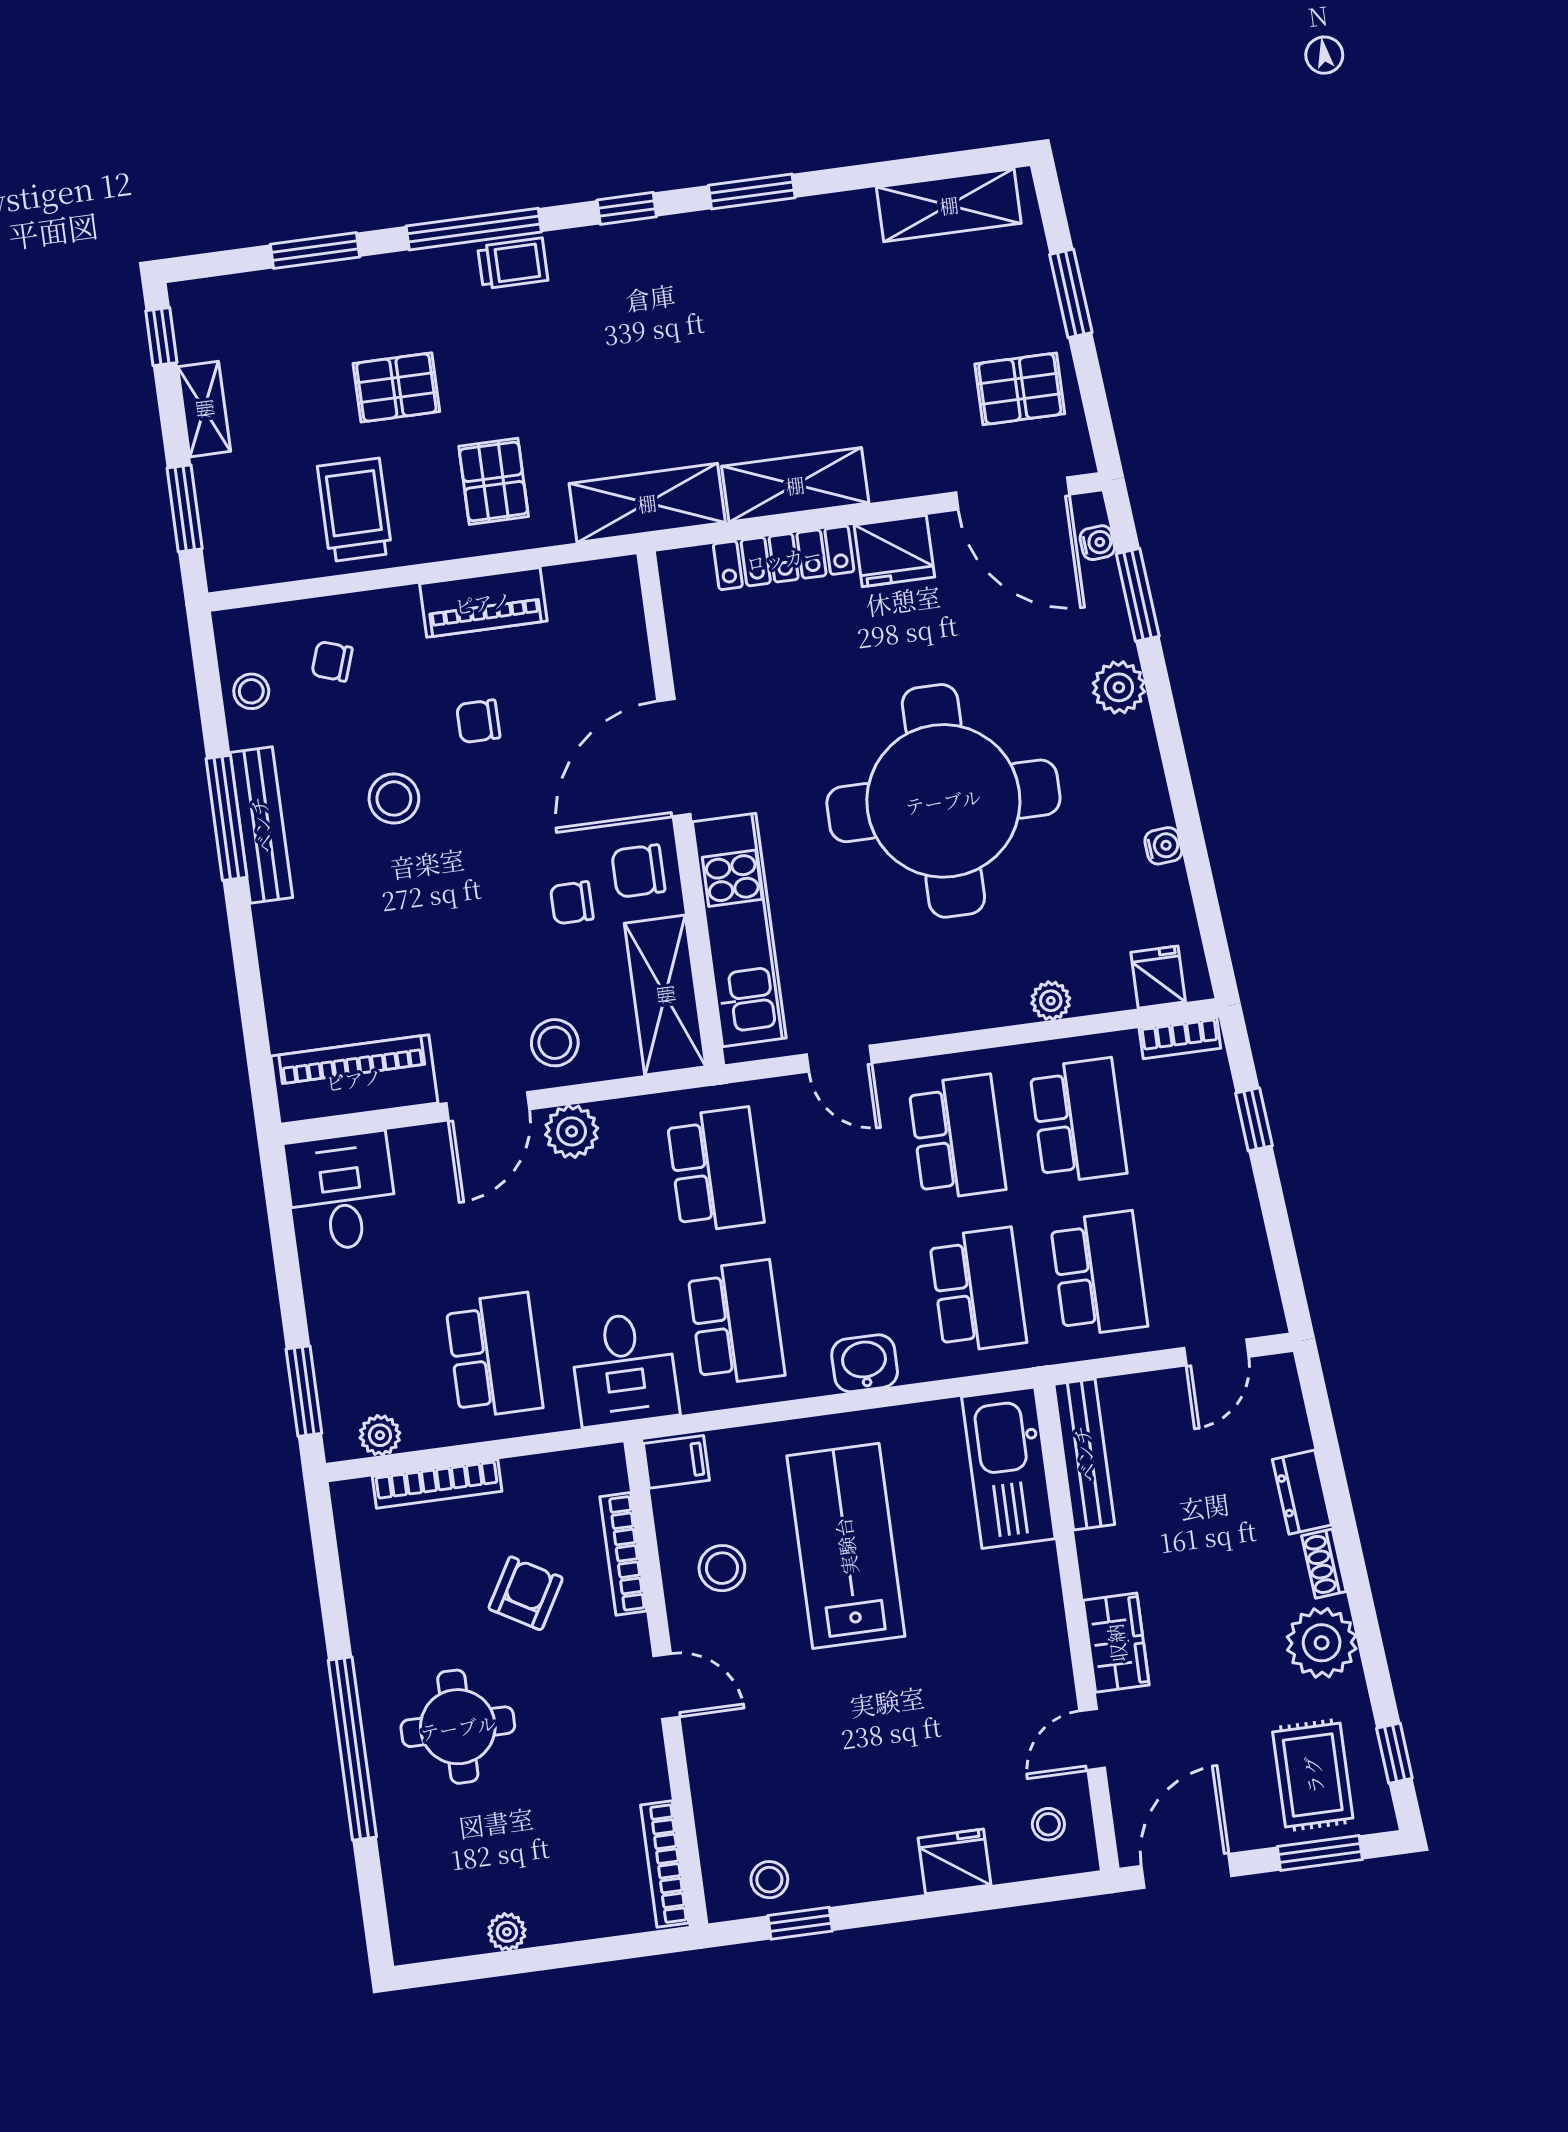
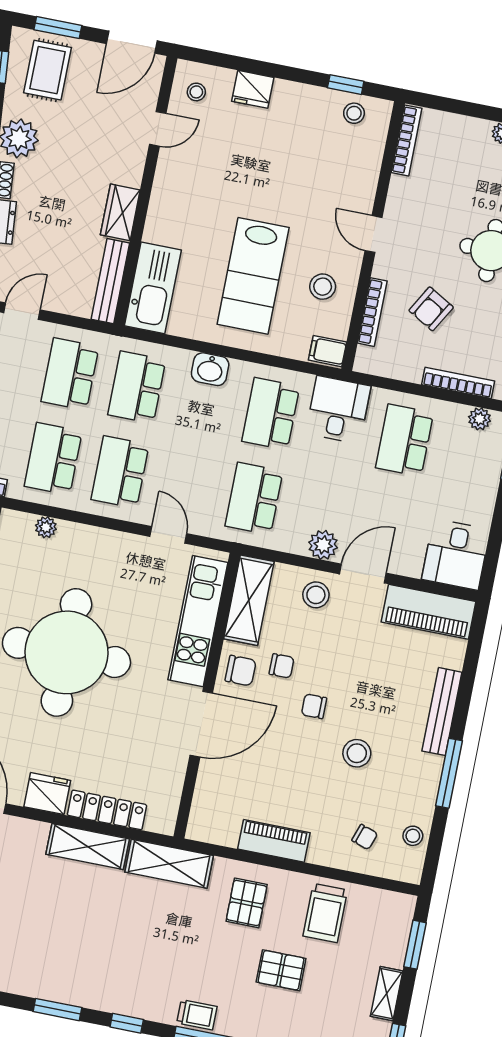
trolley: (513, 263) -> (197, 1015), turned 180
chair: (478, 721) -> (314, 706), moved, turned 180
bench: (261, 825) -> (442, 712), moved
wardrobe: (1116, 1643) -> (120, 212), moved

